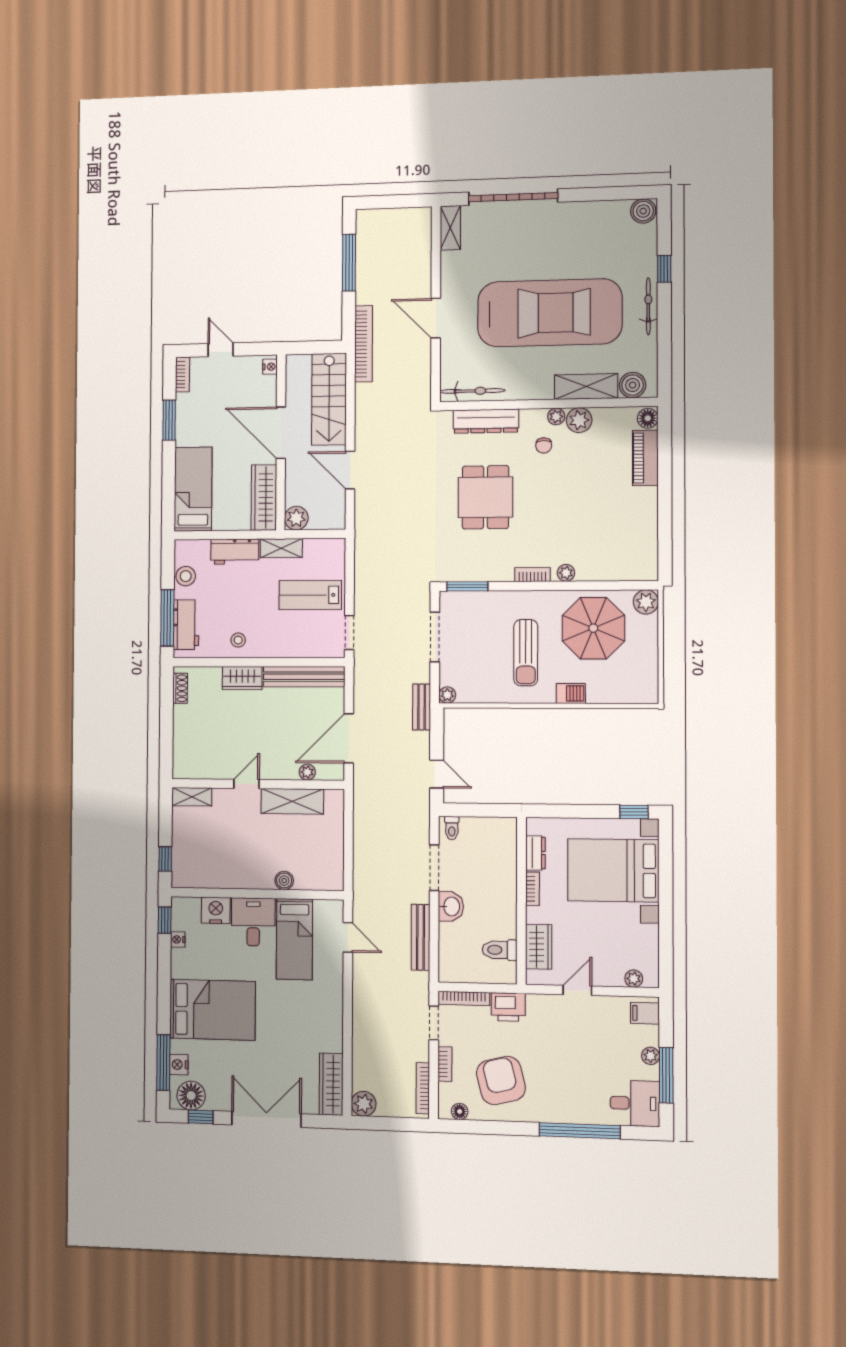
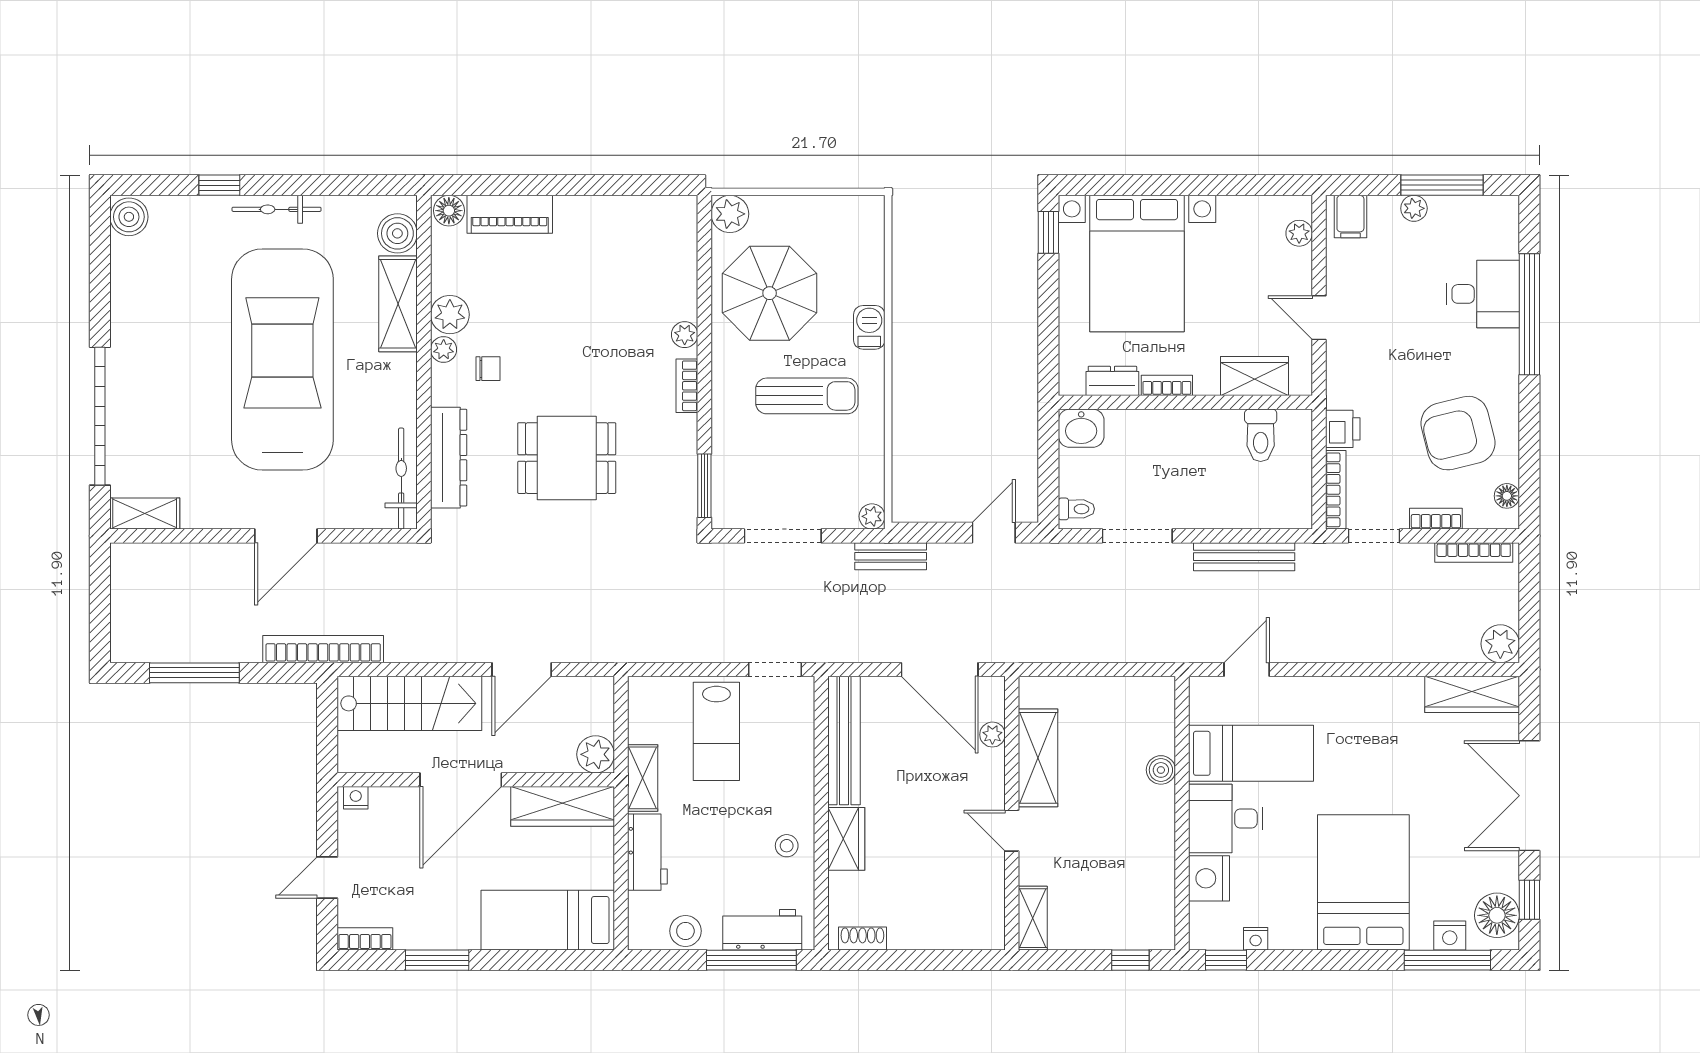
washbasin: (451, 906) -> (1081, 428), moved, turned 180
printer: (508, 1007) -> (1343, 429), width x0.73, depth x0.81
desk: (635, 1103) -> (1483, 294), moved, turned 90

